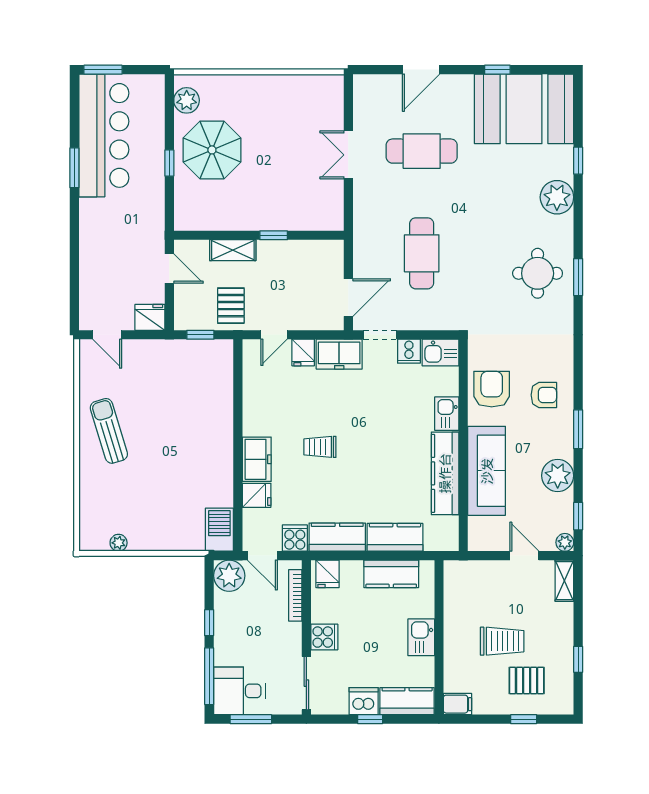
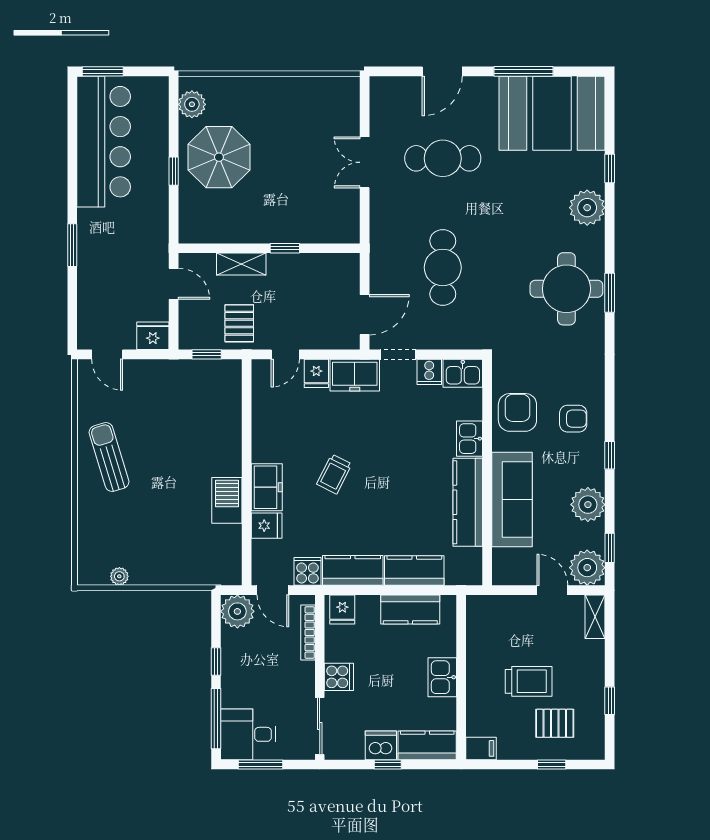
window: (497, 70) -> (524, 71), width x2.17
window: (74, 168) -> (72, 245), moved
round table: (538, 273) -> (566, 289), width x1.36, depth x1.36
window: (578, 429) -> (610, 455), width x0.67
trolley: (320, 447) -> (334, 474), turned -63
barbecue: (219, 530) -> (227, 500), moved
plant: (565, 542) -> (587, 568), width x1.87, depth x1.87

